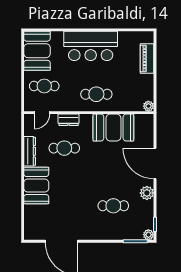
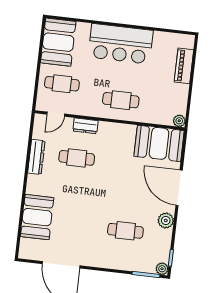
booth: (113, 128) -> (159, 143), moved
booth: (36, 186) -> (37, 217), moved

